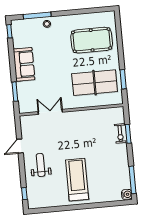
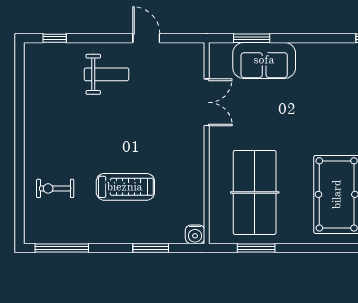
sofa: (24, 64) -> (264, 60), moved
exercise bike: (120, 133) -> (55, 188), moved
treadmill: (77, 180) -> (125, 187), moved, width x0.73, depth x0.73
water cooler: (127, 194) -> (195, 234), moved

